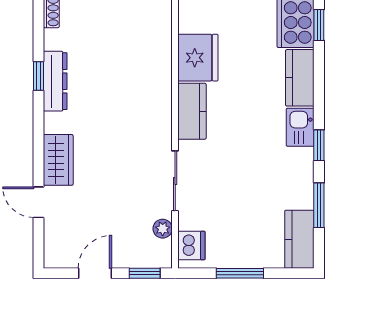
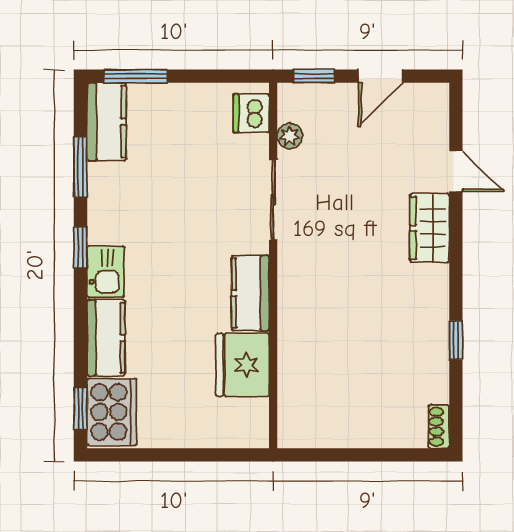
dresser: (55, 81) -> (434, 333), removed
window: (240, 273) -> (136, 76), moved

